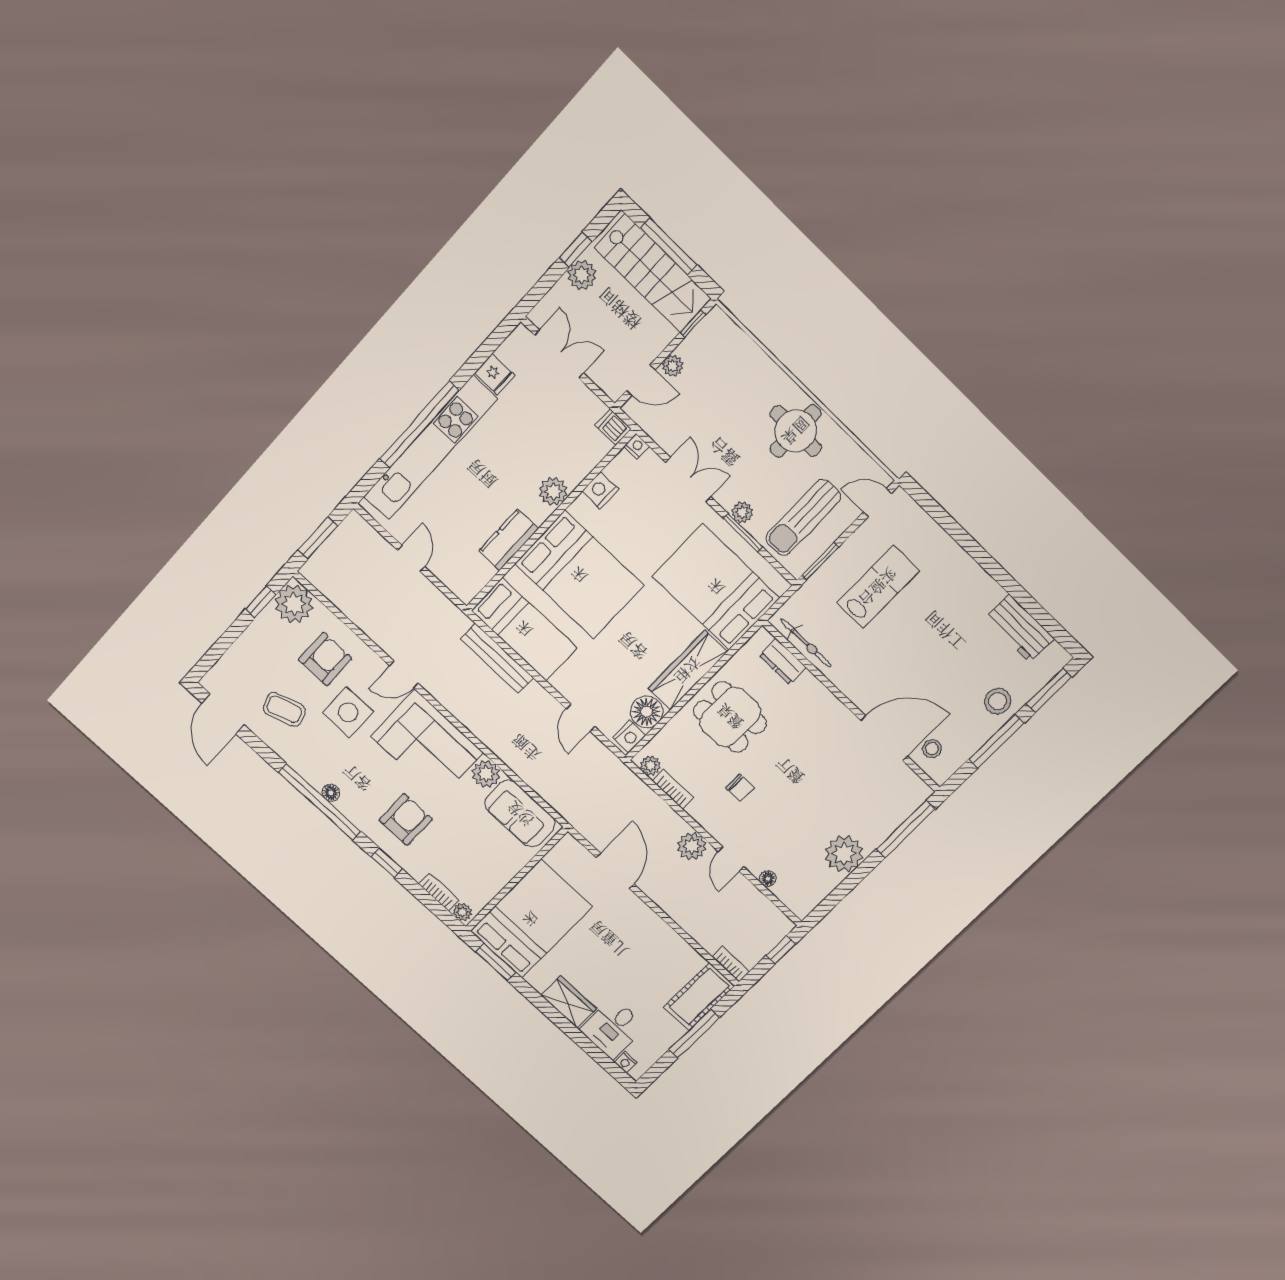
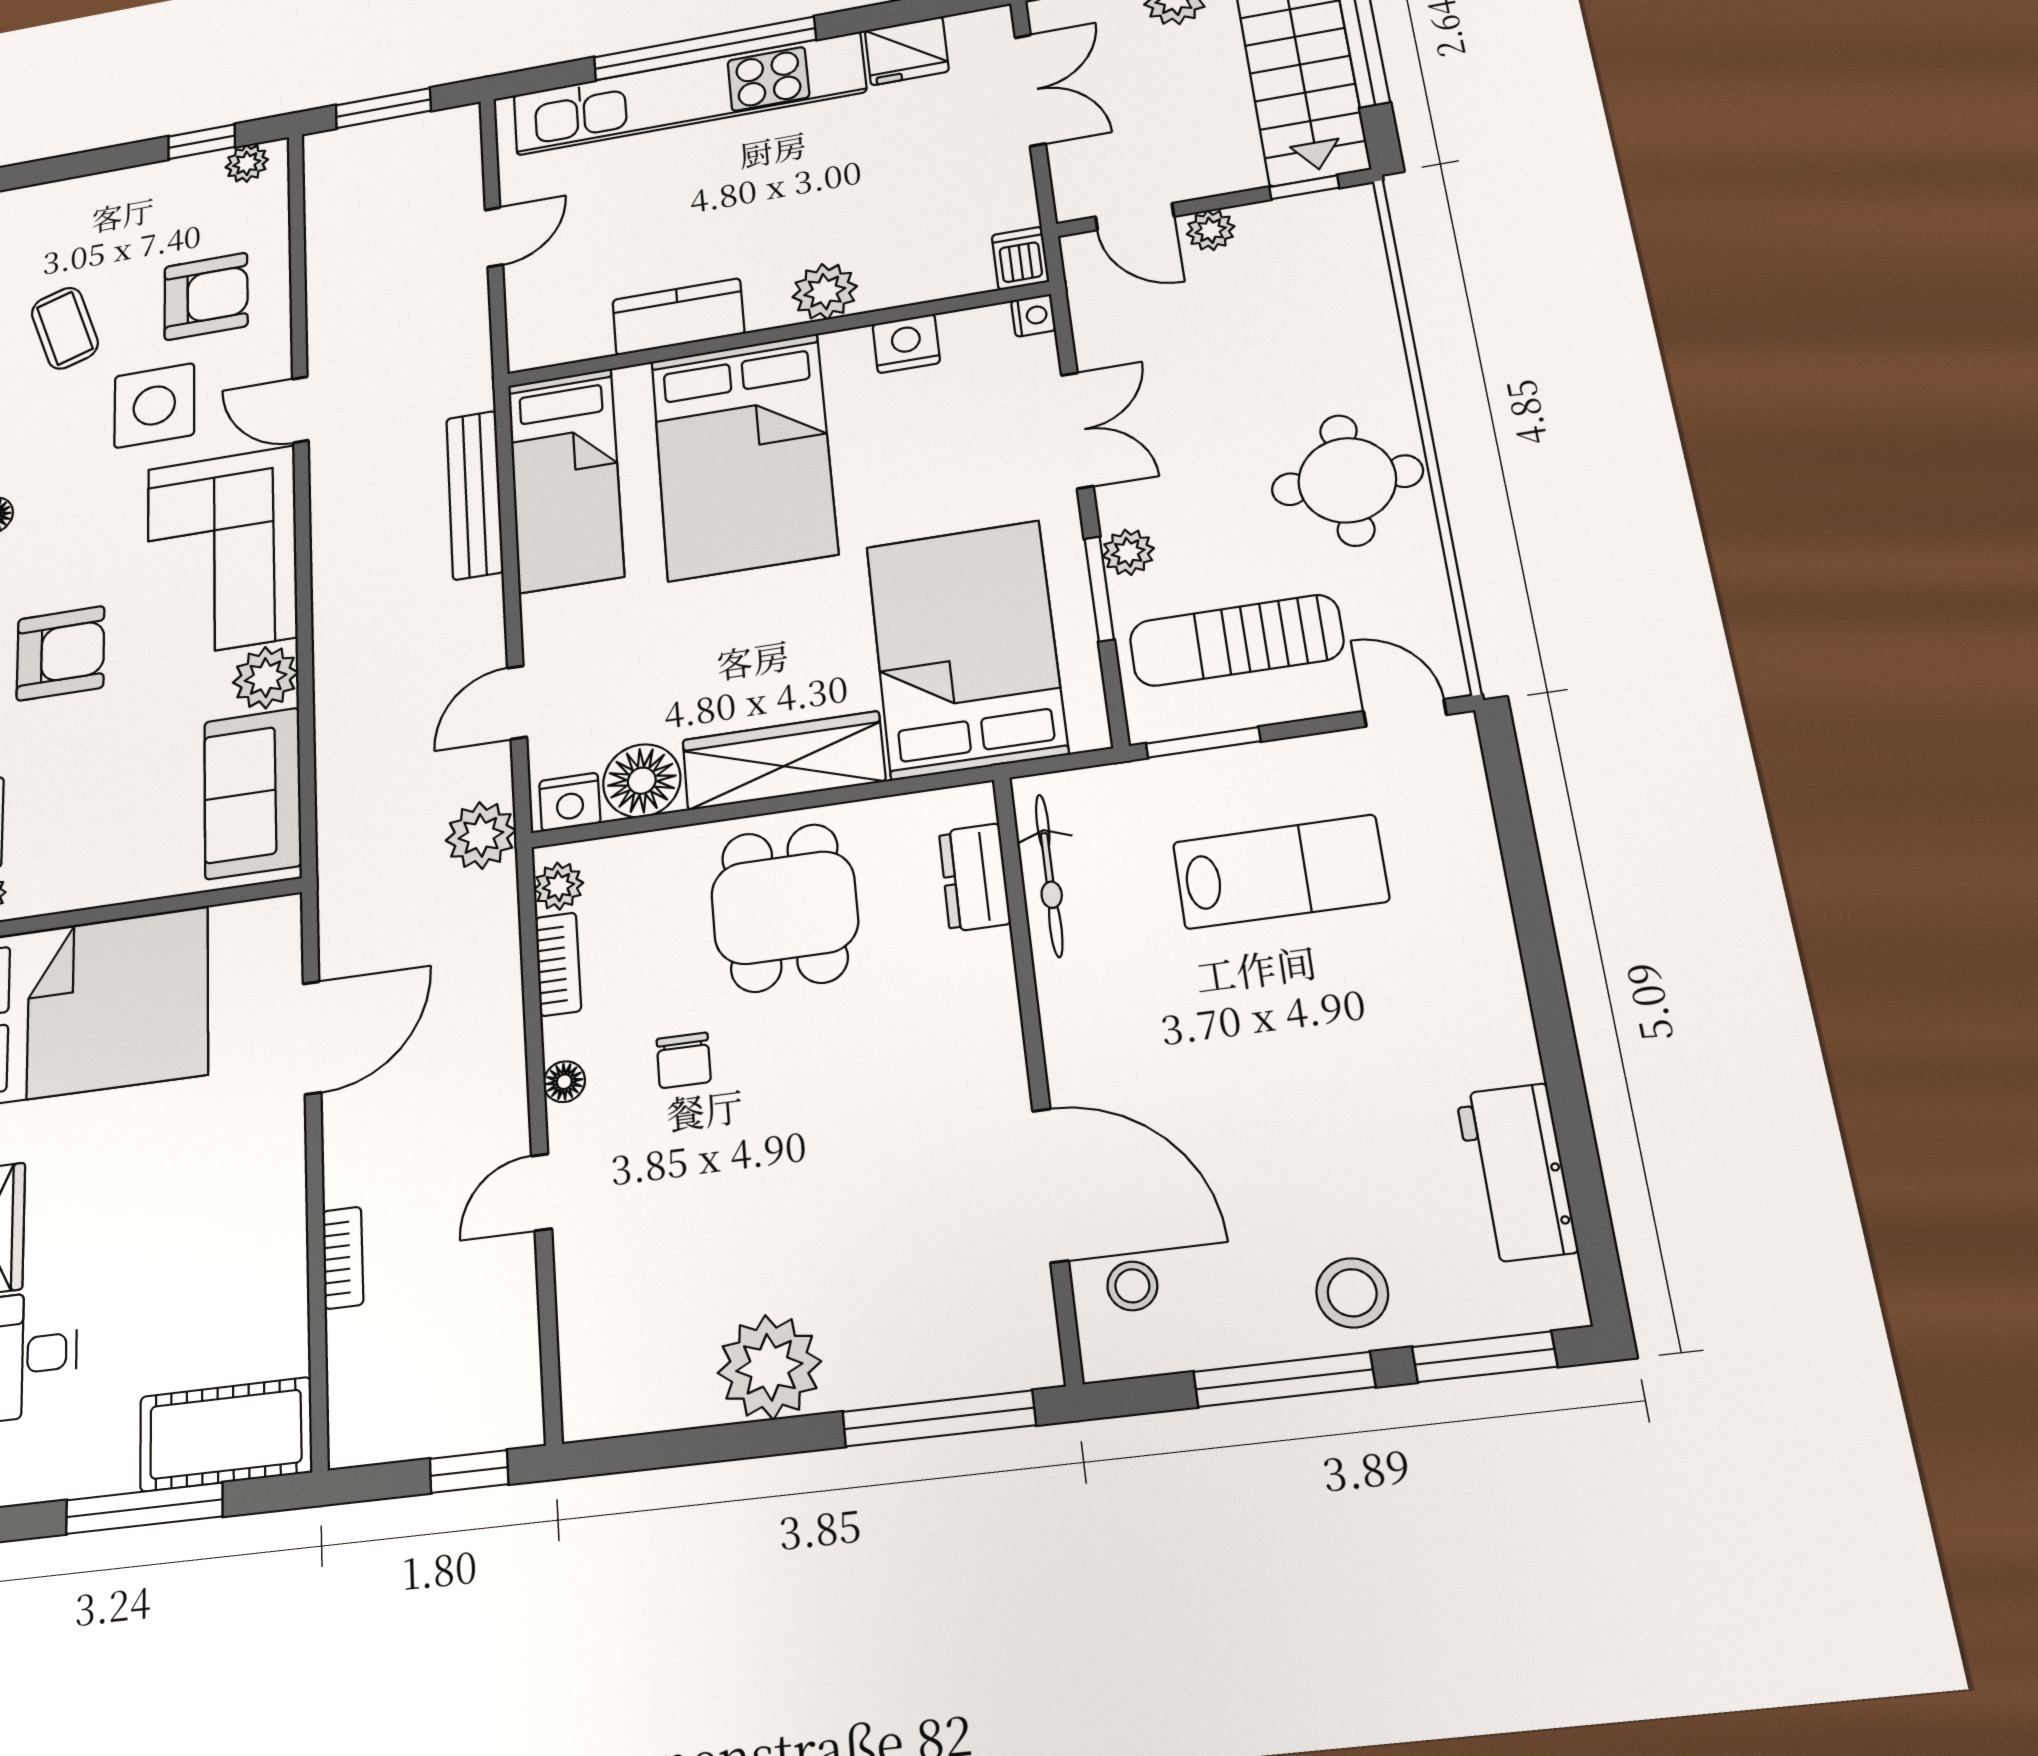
fridge: (495, 374) -> (907, 51), width x1.38
plant: (294, 604) -> (247, 163), width x0.53, depth x0.53
plant: (692, 846) -> (481, 835), moved
floor lamp: (768, 879) -> (564, 1082), moved
bookcase: (731, 964) -> (343, 1258), moved

